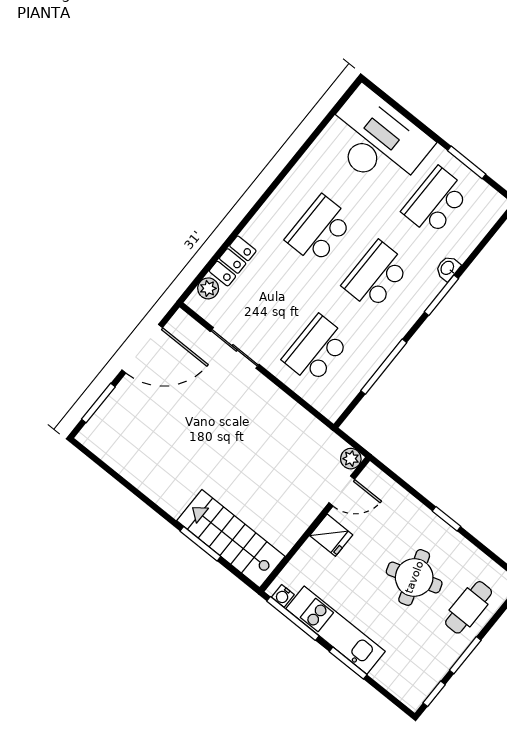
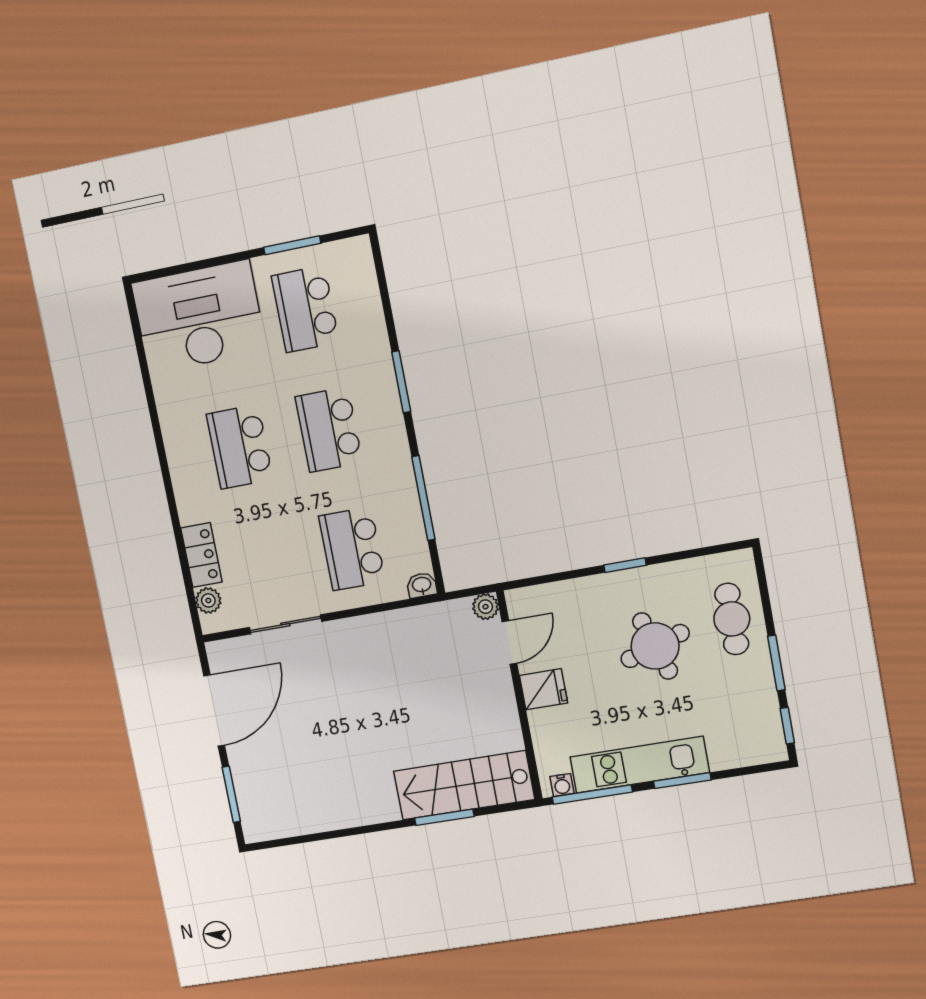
washbasin: (448, 268) -> (422, 585), moved, turned 90

